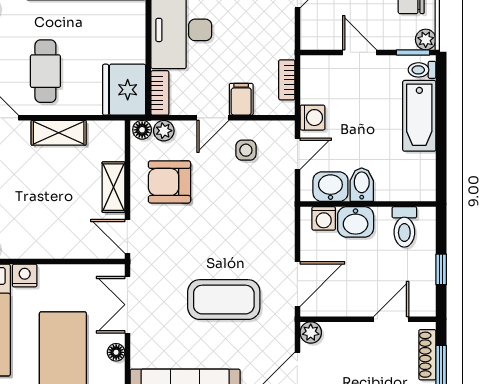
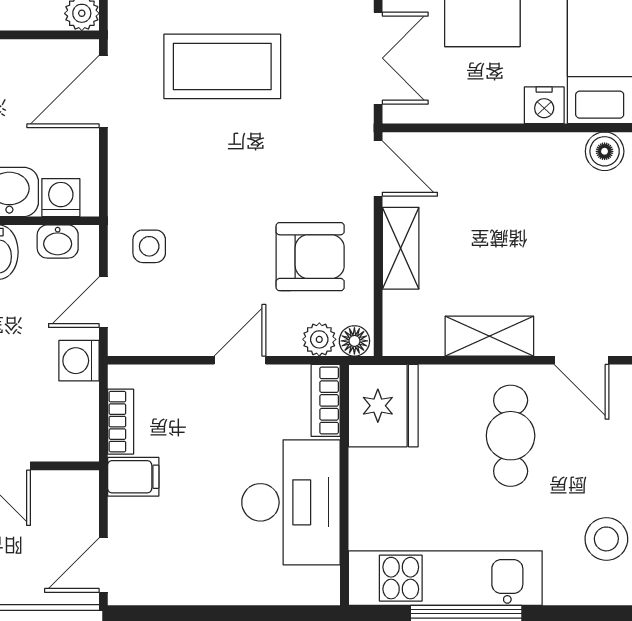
filing cabinet: (241, 99) -> (133, 477), moved, turned -90
side table: (246, 150) -> (149, 246), moved
washbasin: (330, 187) -> (58, 242), width x0.72, depth x0.69

